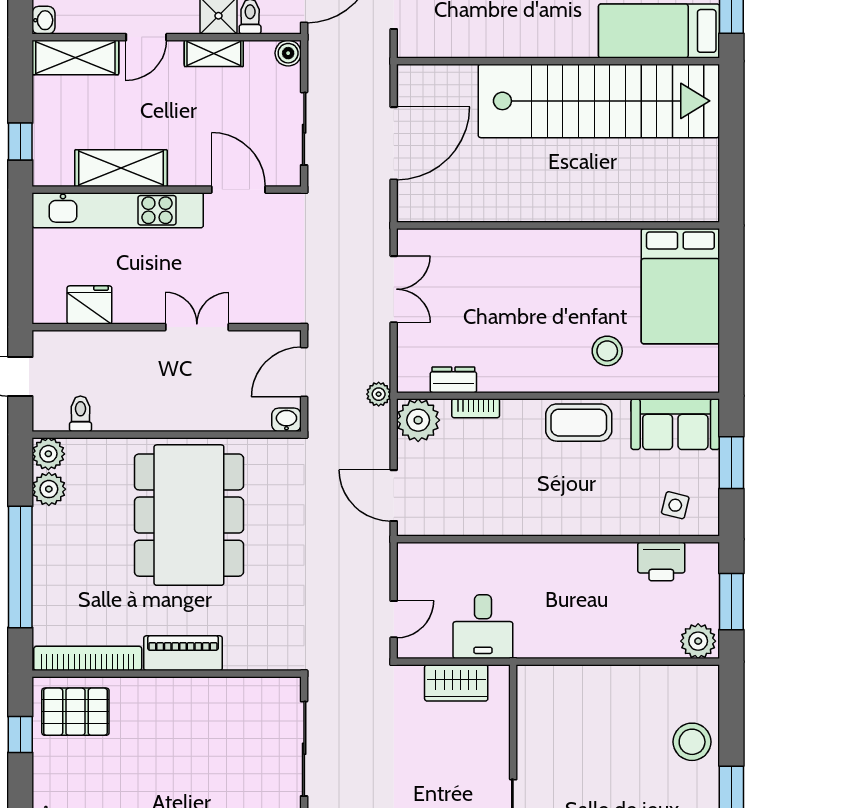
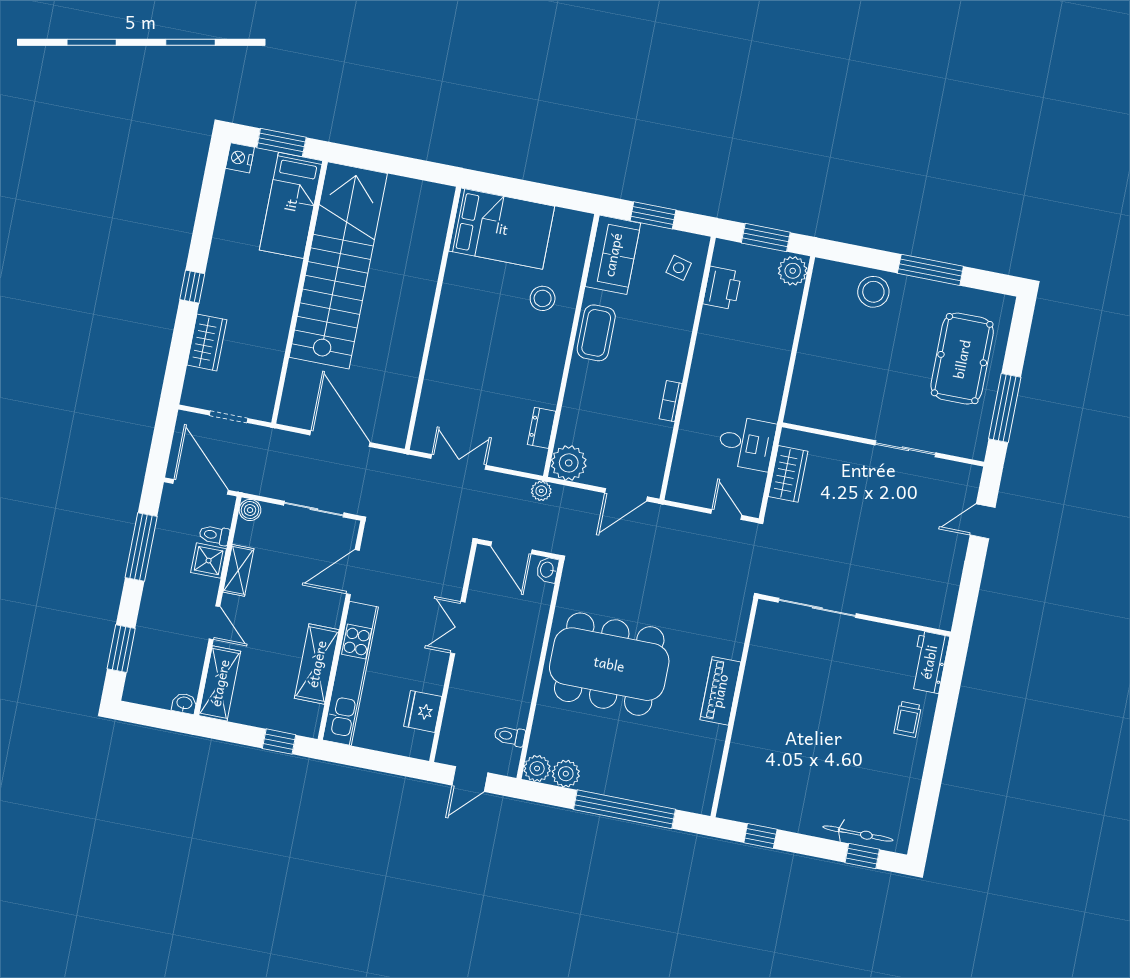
bookcase: (476, 408) -> (671, 401), moved, turned 180
bookcase: (88, 658) -> (709, 769), removed
pallet: (75, 712) -> (751, 788), removed

